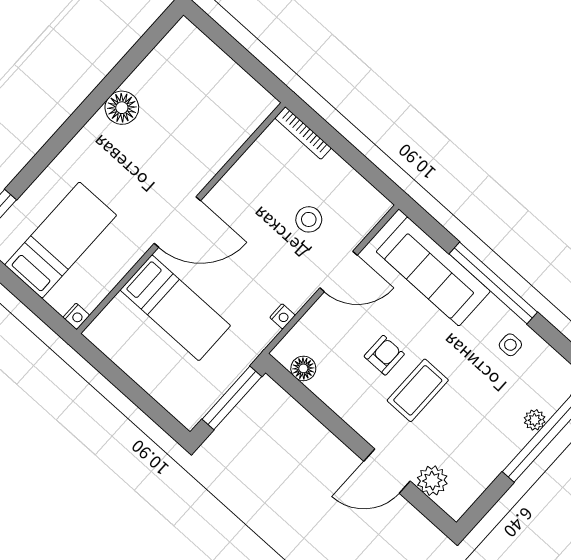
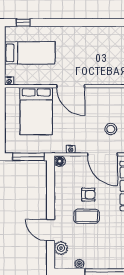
floor lamp: (122, 108) -> (92, 34), removed
door: (339, 271) -> (102, 154), width x1.36
bed: (175, 308) -> (36, 111), width x1.50
floor lamp: (303, 368) -> (60, 161), moved
plant: (535, 420) -> (79, 264), moved

